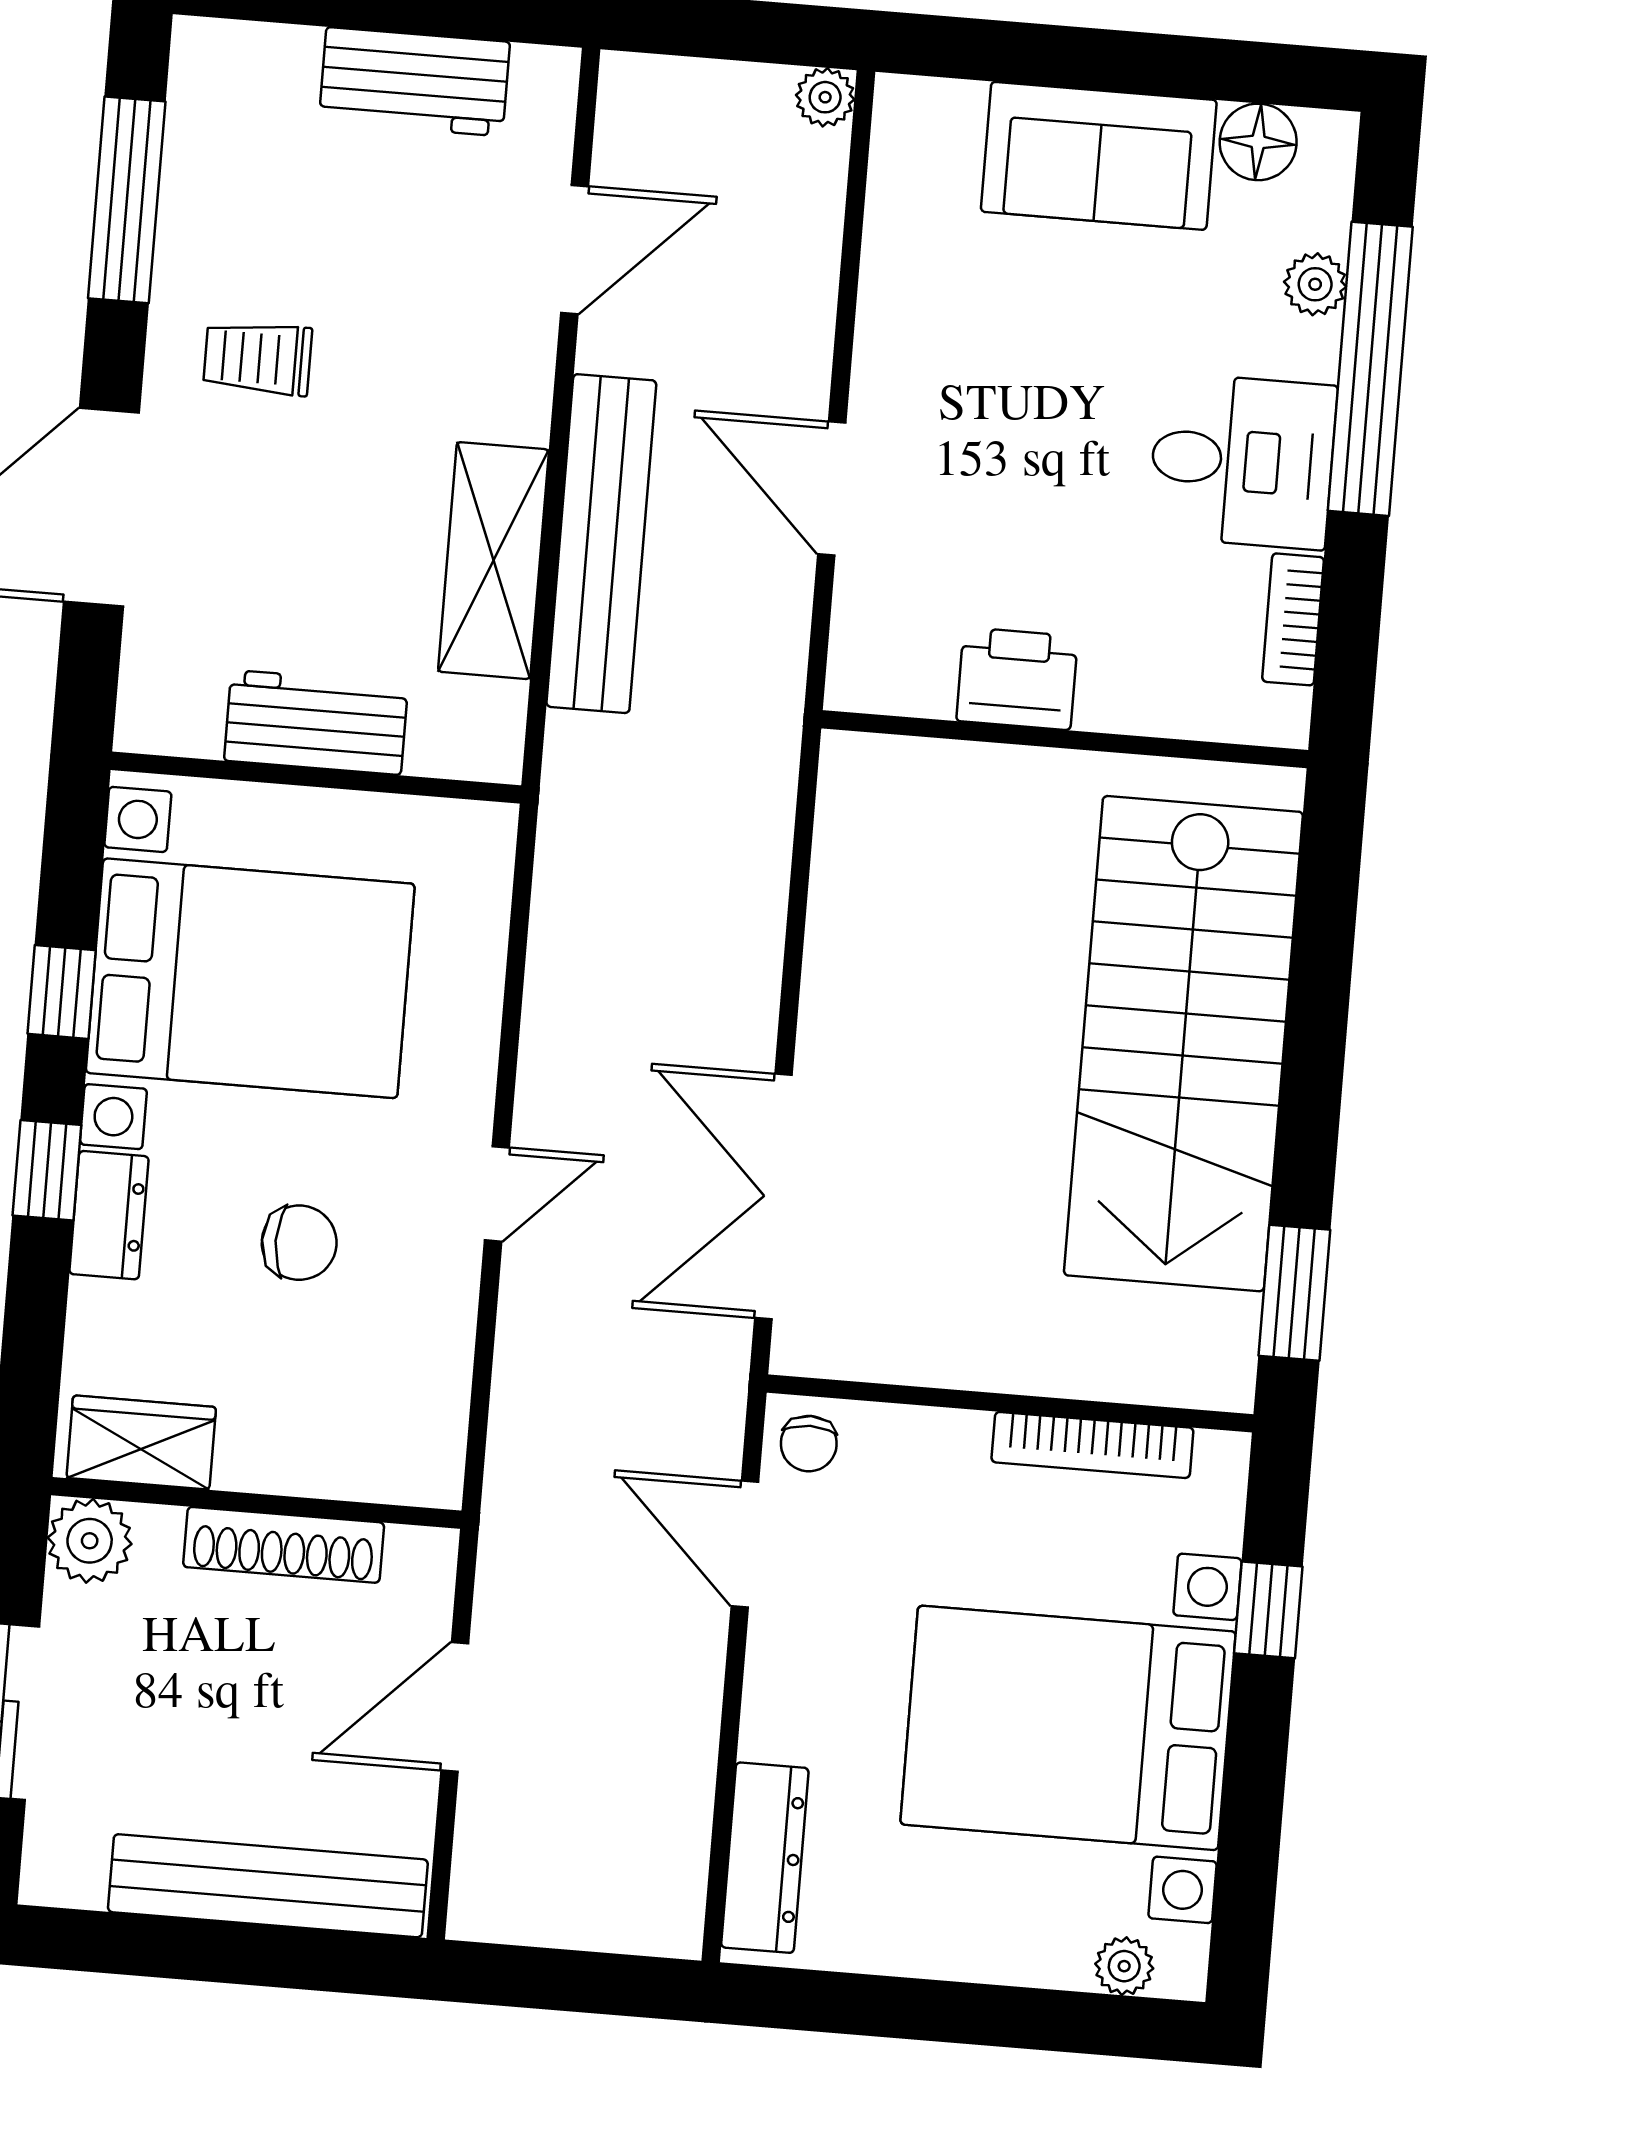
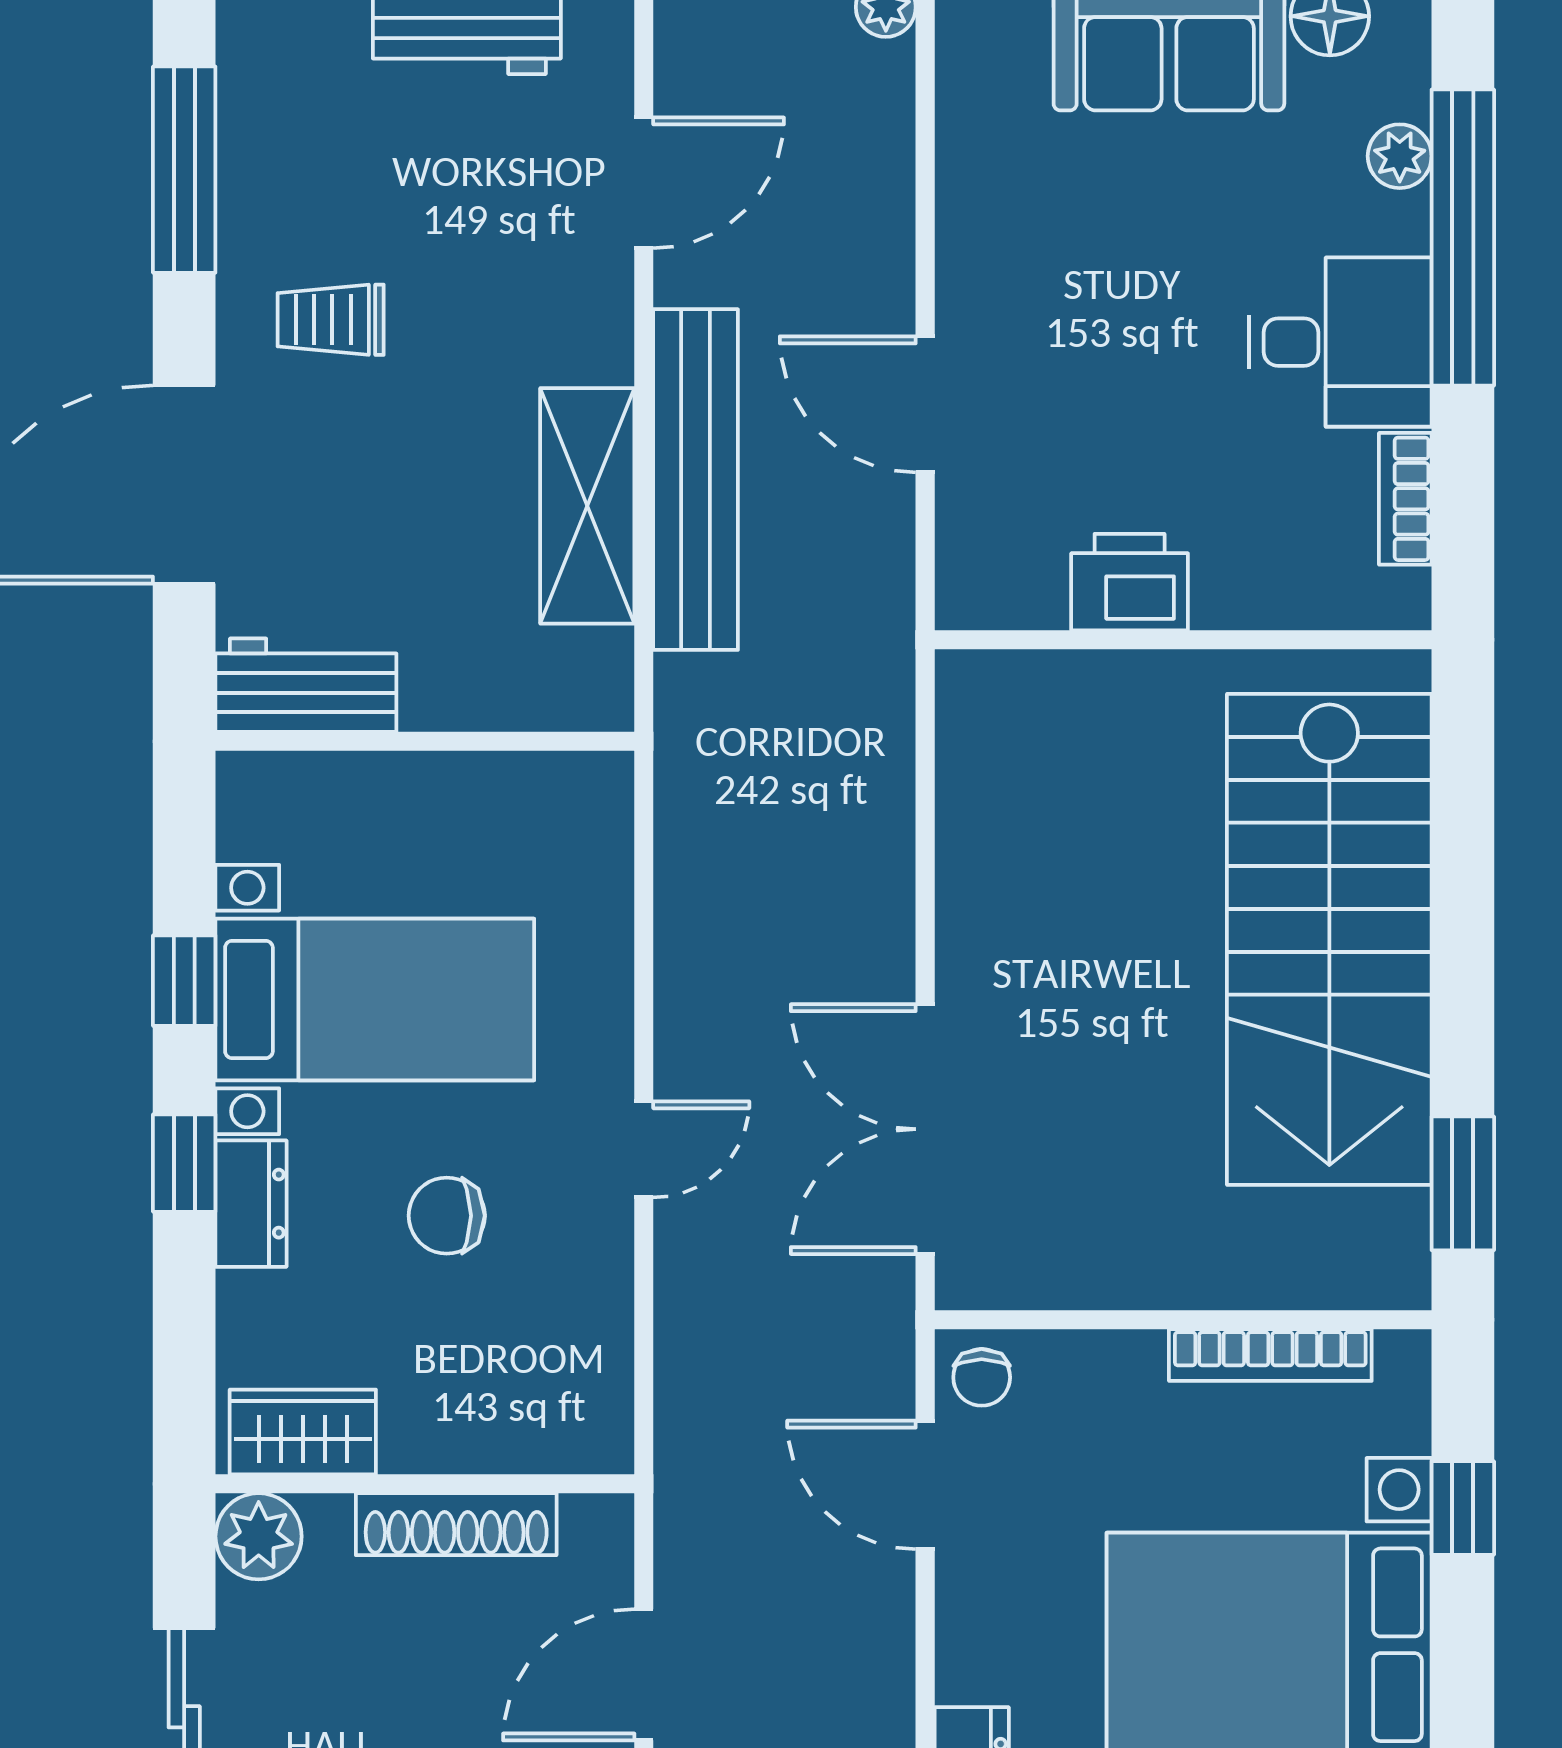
workbench: (316, 722) -> (306, 685), moved
bed with nightstands: (250, 978) -> (375, 999), width x0.73
chair: (299, 1243) -> (447, 1216), turned 180

